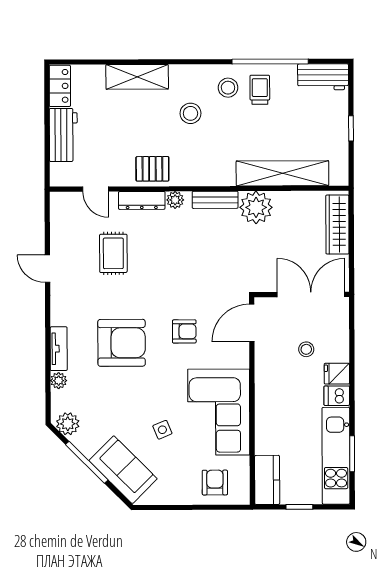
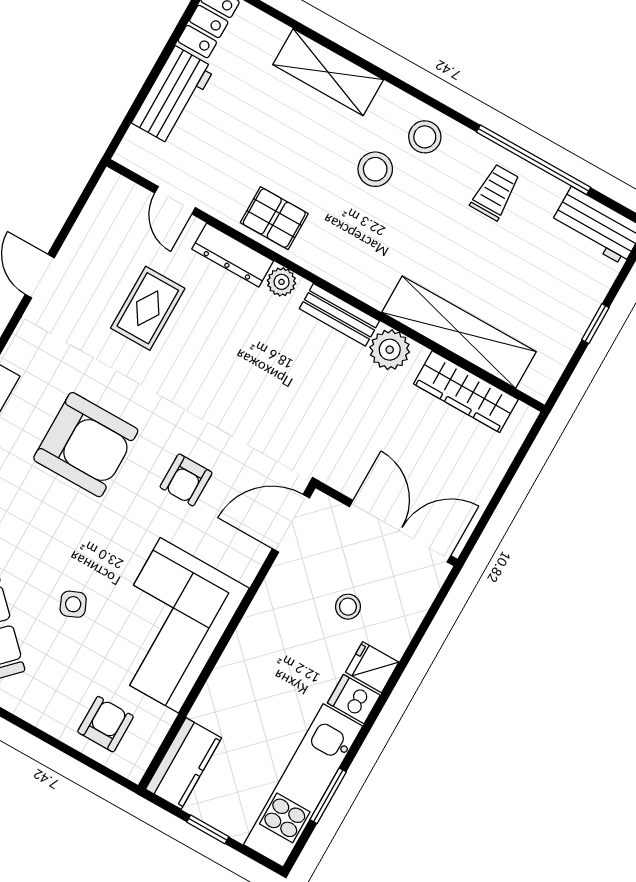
stool: (228, 88) -> (425, 137), moved
plant: (256, 207) -> (390, 350), width x0.73, depth x0.73
wardrobe: (337, 225) -> (466, 392), moved, turned -90
armchair: (184, 331) -> (186, 480), turned 90

